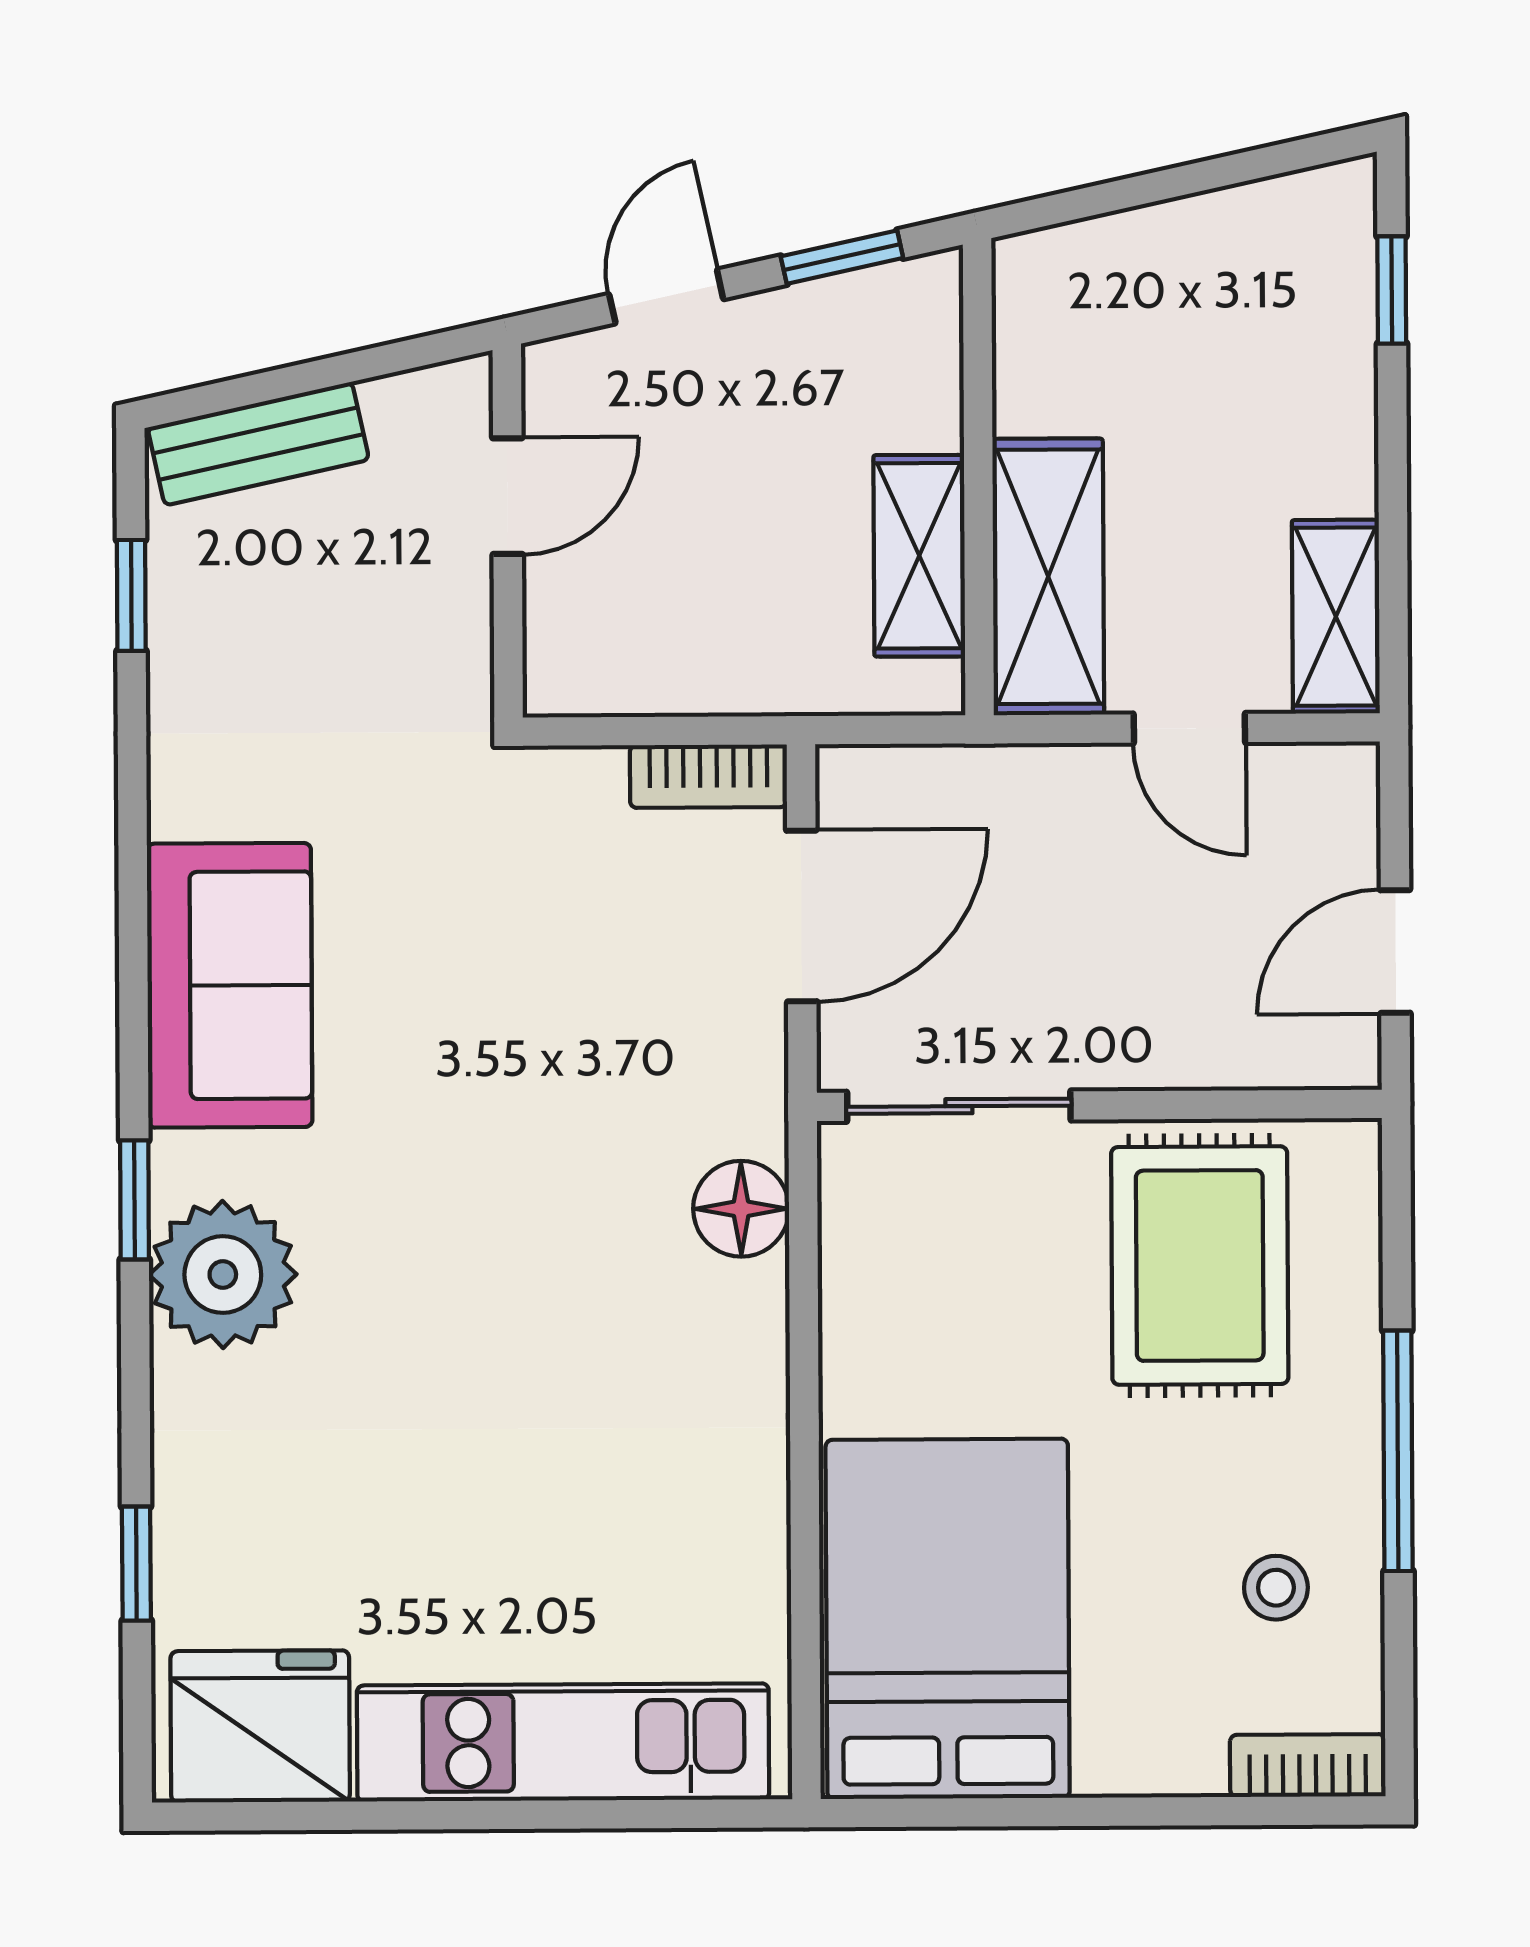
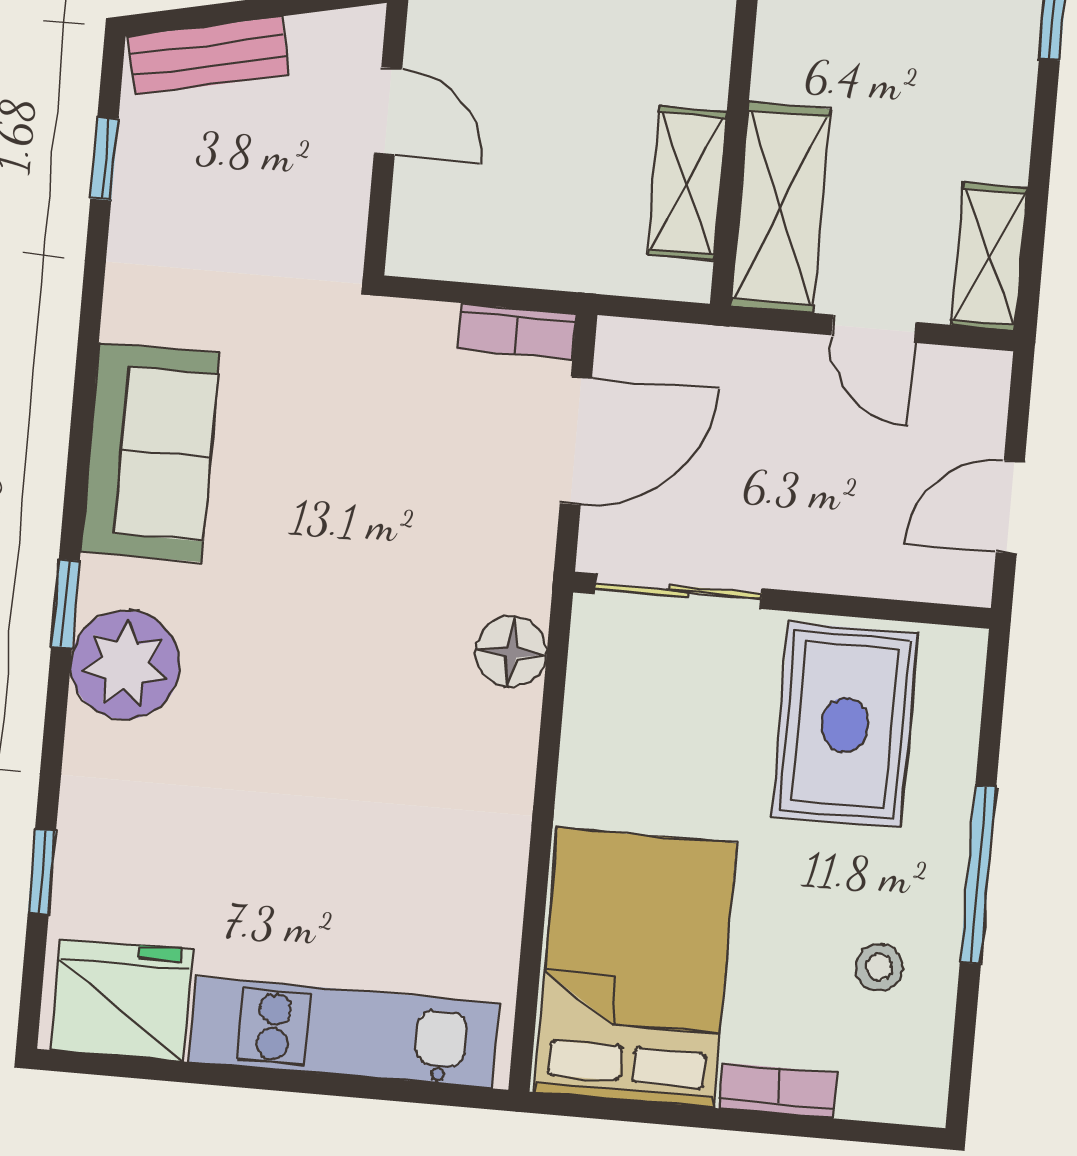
door: (508, 496) -> (388, 111), hinge flipped
bookcase: (1308, 1766) -> (778, 1090), moved

